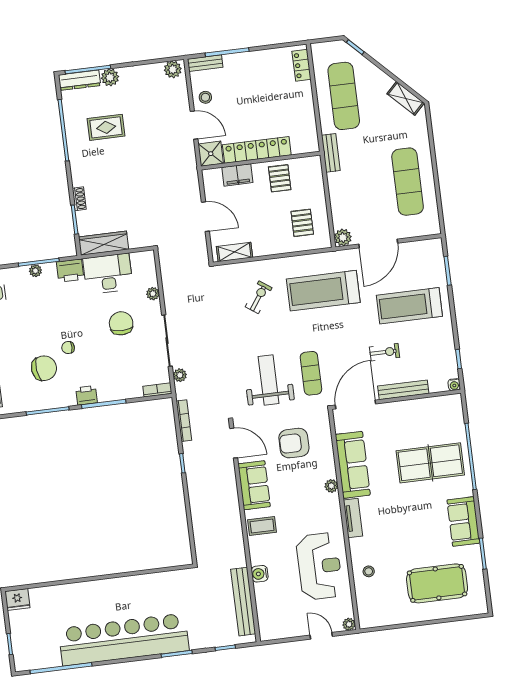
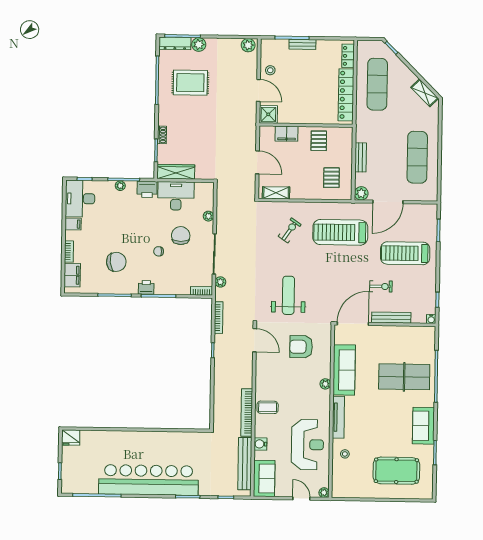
bench: (205, 63) -> (302, 44), moved
rug: (106, 127) -> (190, 83), width x1.36, depth x1.43
locker: (257, 150) -> (346, 95), moved, turned -90
bench: (331, 153) -> (361, 157), moved
chair: (68, 348) -> (159, 251), moved
exercise mat: (311, 373) -> (322, 295), removed
sofa: (254, 485) -> (264, 478), moved
tv unit: (353, 518) -> (338, 417), width x1.41
bookcase: (237, 536) -> (247, 412), added

